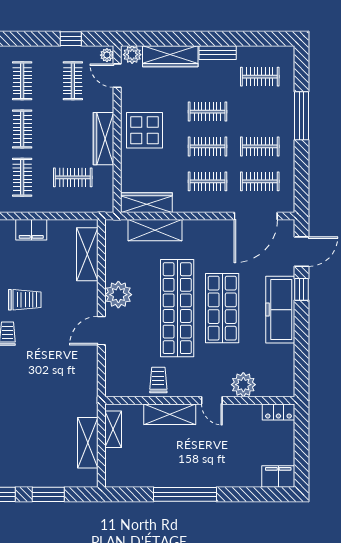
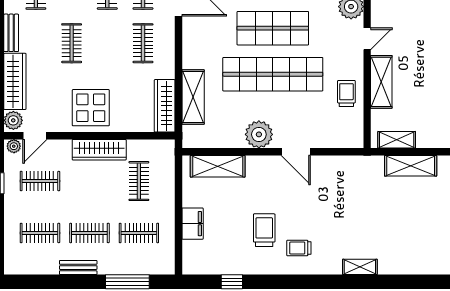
clothes rail: (208, 146) -> (107, 43), removed
trolley: (158, 380) -> (346, 94), turned 90

